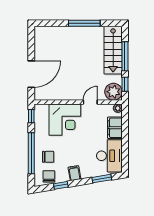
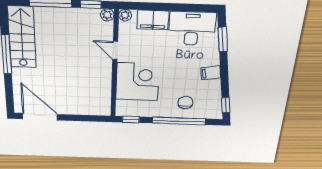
stairs: (113, 50) -> (22, 37), moved, turned -90
door: (31, 74) -> (40, 117), moved
plant: (114, 92) -> (107, 15), width x0.53, depth x0.53
chair: (49, 176) -> (211, 103), removed
window: (61, 185) -> (226, 105), moved

